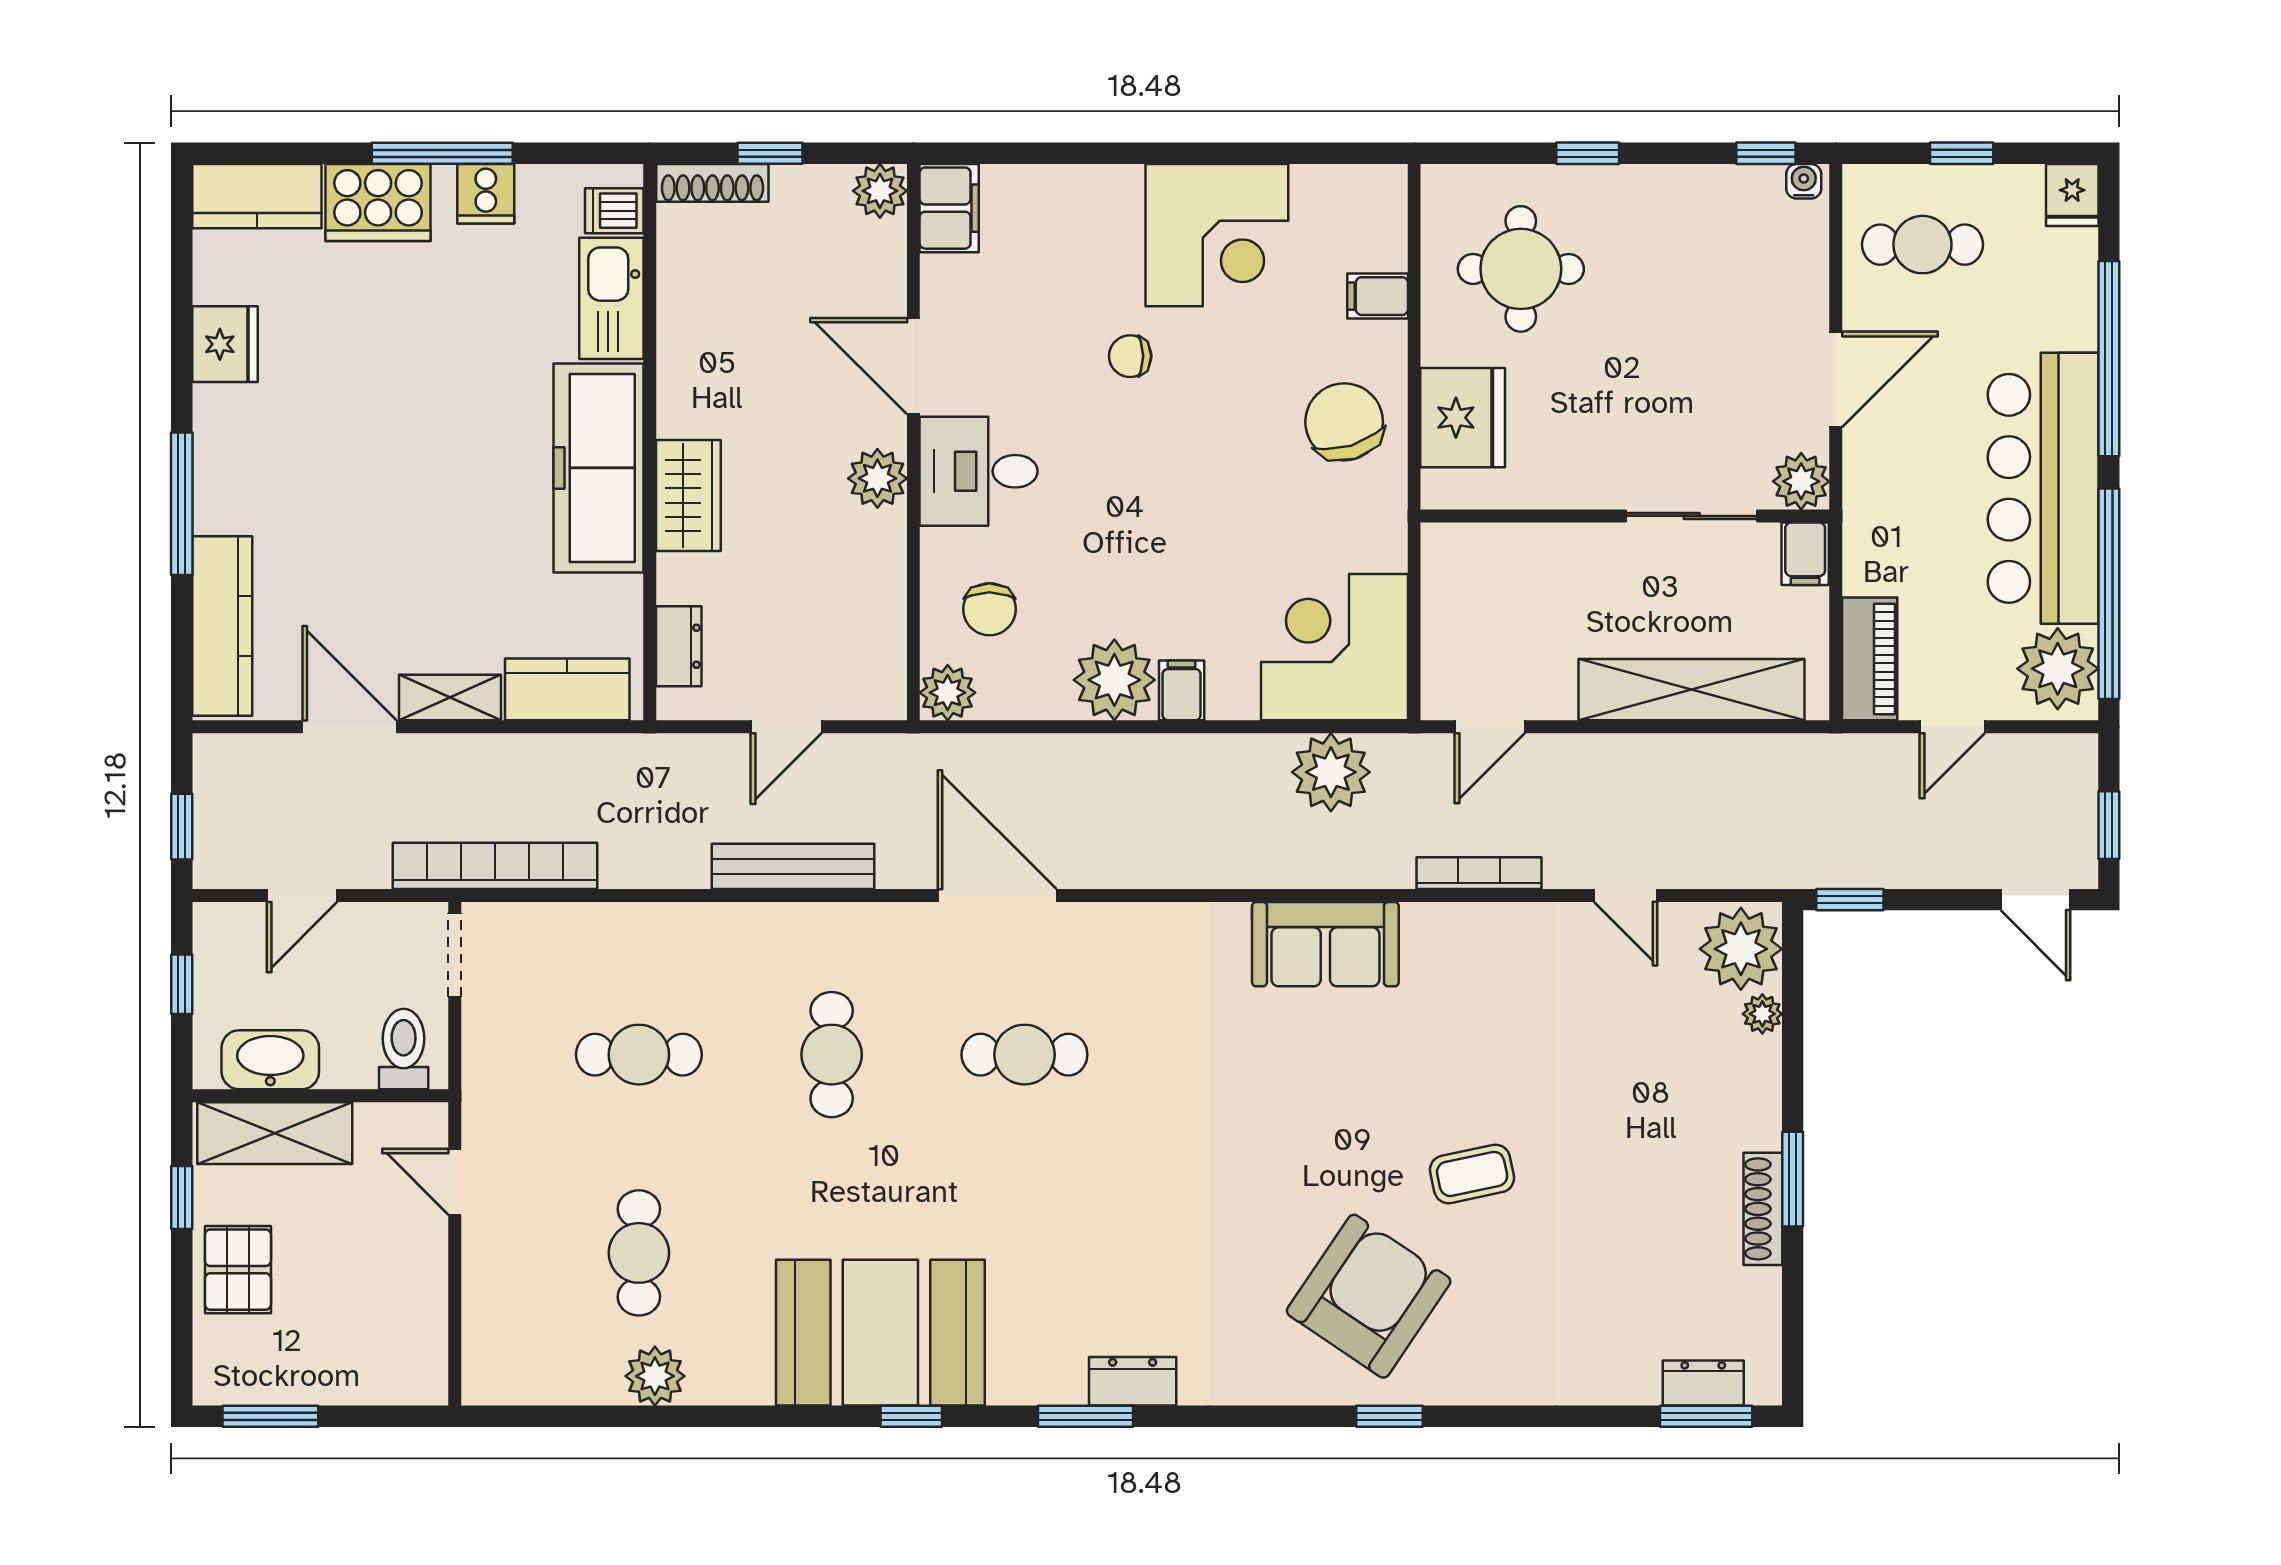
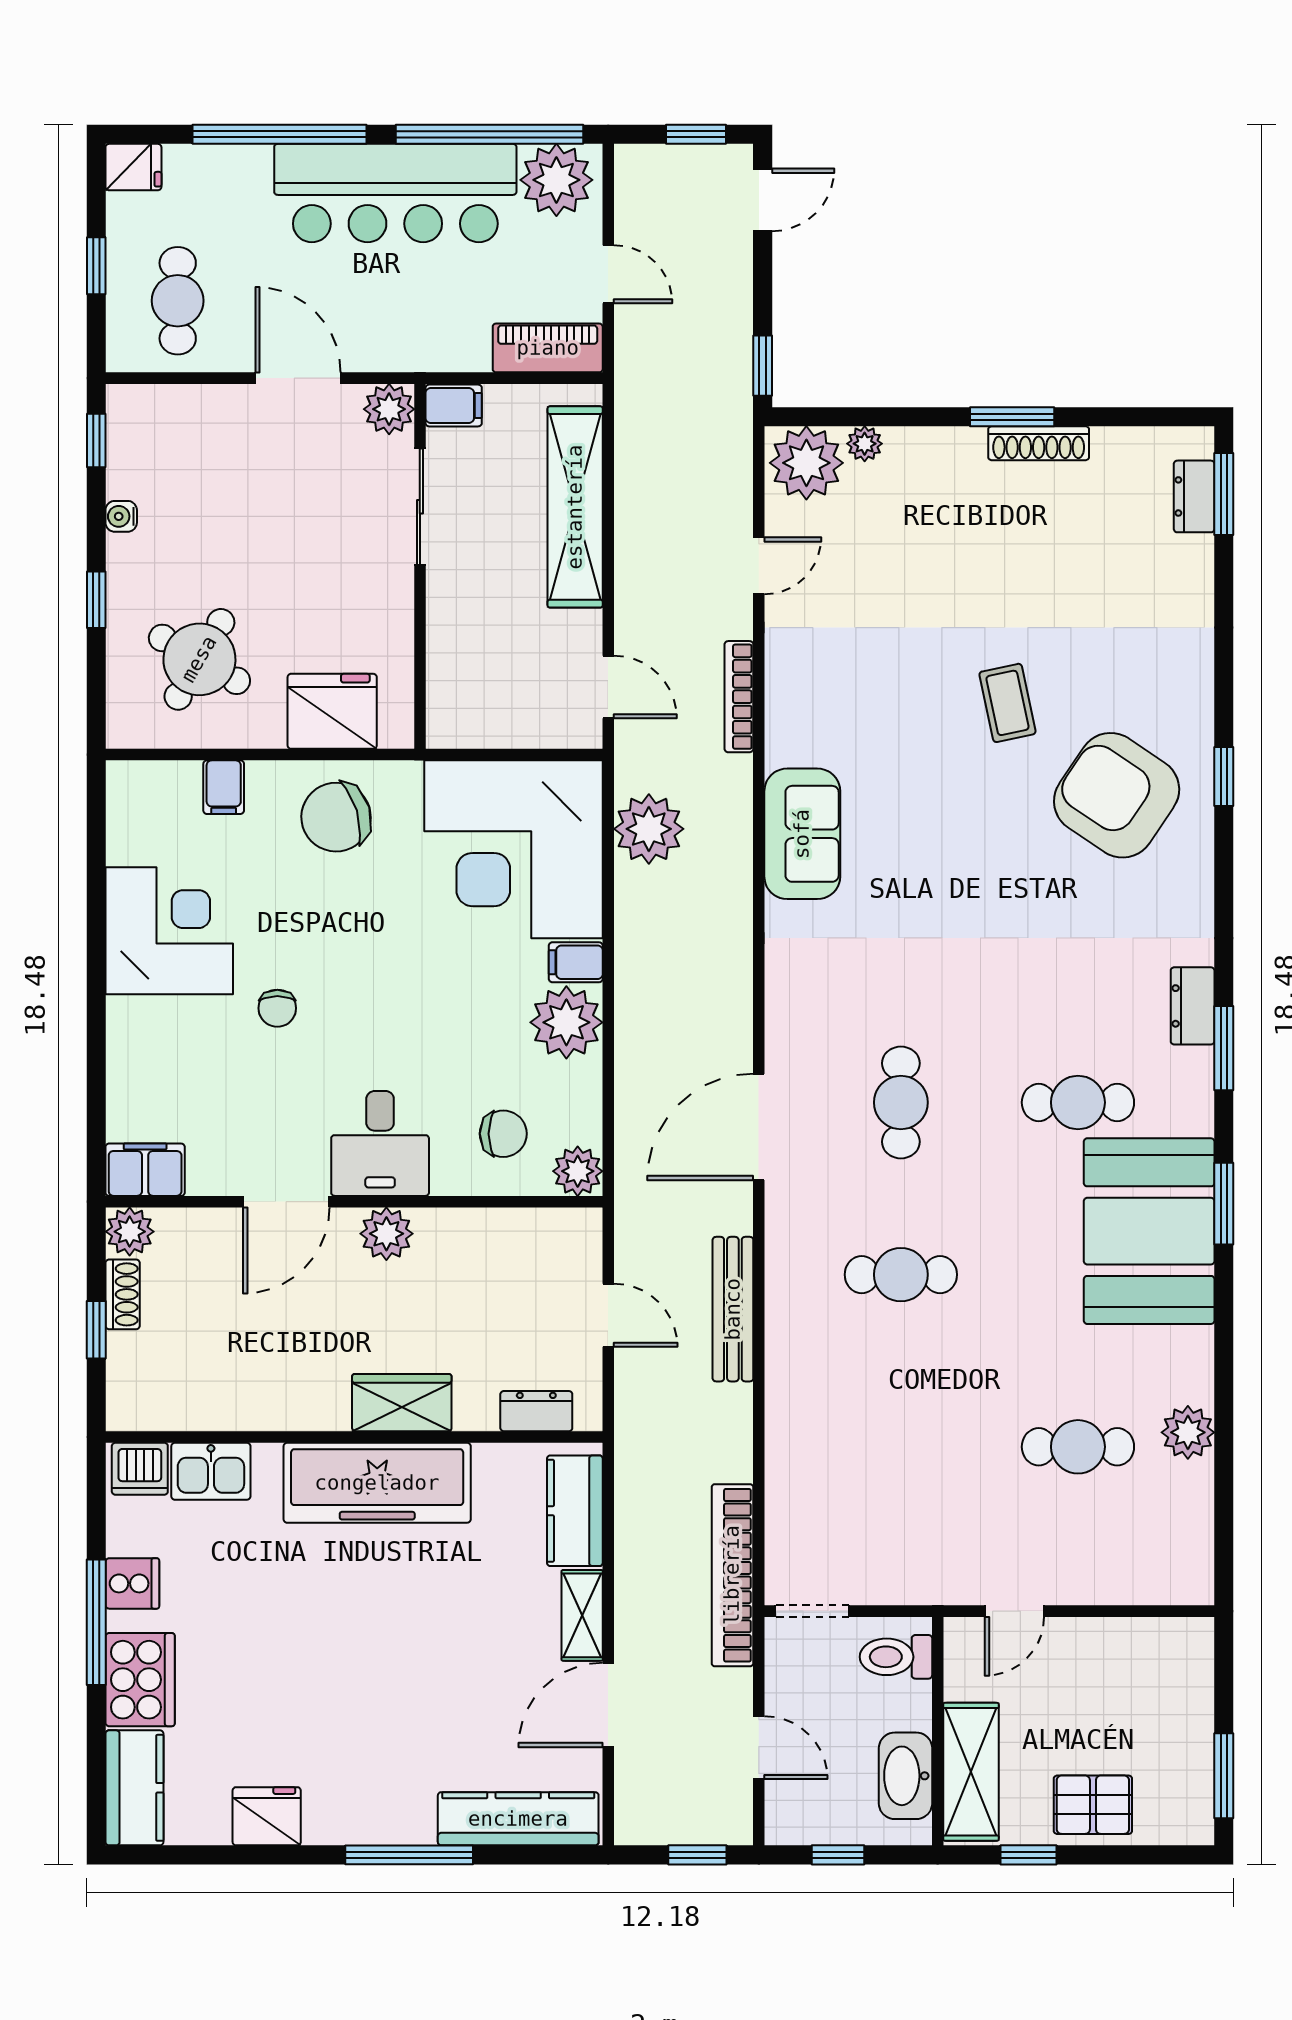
water cooler: (1804, 181) -> (121, 516), moved
shoe rack: (712, 183) -> (123, 1294), moved, width x0.70
dishwasher: (614, 211) -> (140, 1469), width x1.38
round table: (1521, 269) -> (199, 659), turned 30
kitchen sink: (611, 298) -> (211, 1471), width x0.73
corner desk: (1334, 647) -> (514, 849), width x1.36, depth x1.36
cafe table: (639, 1055) -> (1078, 1102), moved, turned 90
window: (911, 1416) -> (1224, 1204), width x1.50

